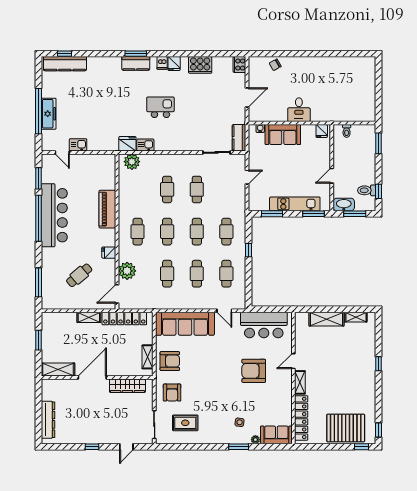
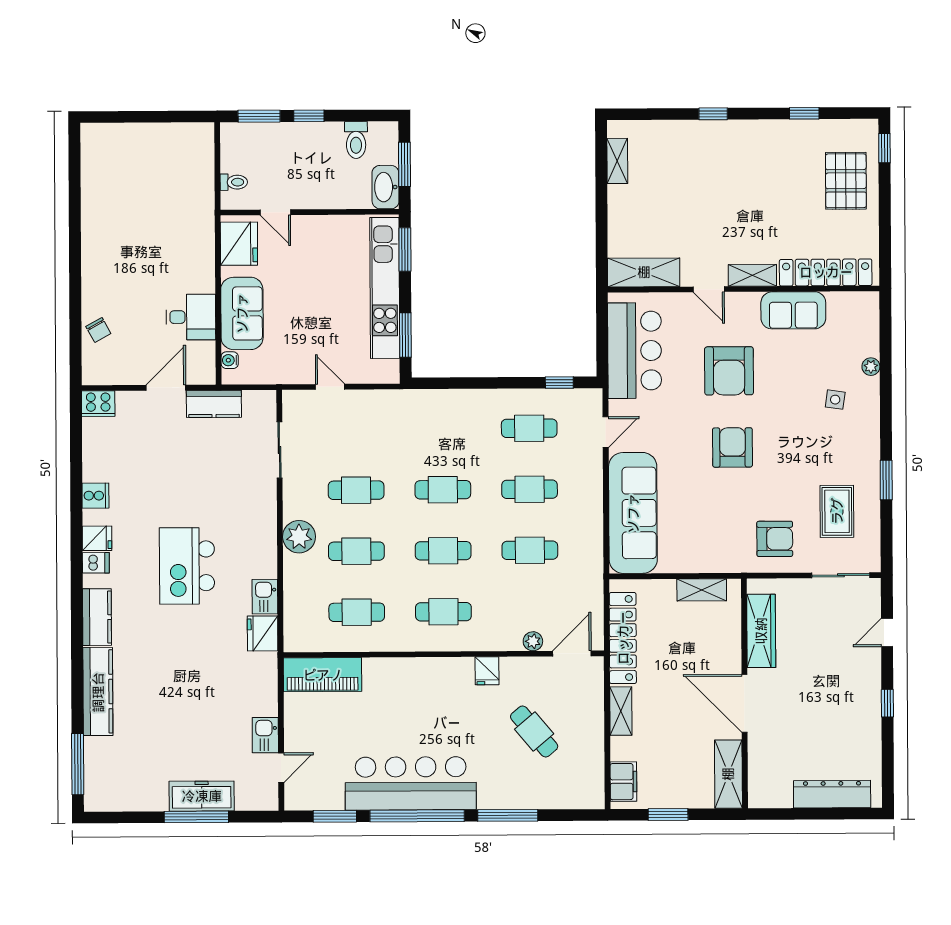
window: (65, 54) -> (78, 764), width x2.17
window: (136, 54) -> (77, 618), removed
kitchen counter: (65, 64) -> (98, 692), moved
cooker: (200, 65) -> (95, 496), width x0.53, depth x0.76
door: (247, 97) -> (166, 388), hinge flipped
kitchen island: (160, 107) -> (187, 566), width x1.37, depth x1.28
desk: (299, 110) -> (191, 317), moved
window: (39, 111) -> (196, 817), width x0.68
fridge: (322, 131) -> (239, 244), width x1.88, depth x1.34
kitchen counter: (239, 138) -> (214, 404), moved
plant: (132, 162) -> (299, 537), moved
door: (332, 176) -> (275, 212), moved
window: (379, 191) -> (309, 116), moved
kitchen unit: (295, 204) -> (385, 288), width x1.36
piano: (107, 209) -> (323, 675), moved
cafe table: (226, 232) -> (357, 612), moved
window: (248, 250) -> (559, 383), moved
plant: (127, 271) -> (533, 641), width x0.53, depth x0.53
window: (39, 282) -> (508, 815), moved
door: (117, 294) -> (572, 654), swing flipped
filing cabinet: (55, 319) -> (623, 782), added
shelving: (327, 319) -> (644, 272), moved, turned 90
armchair: (170, 361) -> (732, 447), moved
pallet: (346, 428) -> (846, 181), width x0.73, depth x0.71
window: (379, 430) -> (804, 113), moved
sofa: (276, 435) -> (793, 310), moved, turned -90
door: (126, 447) -> (887, 632), swing flipped
window: (239, 447) -> (886, 480), moved

